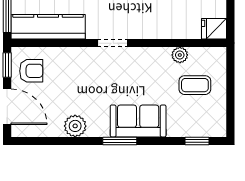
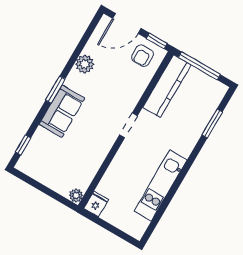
plant: (180, 55) -> (76, 195), moved
coffee table: (195, 85) -> (64, 167), removed

